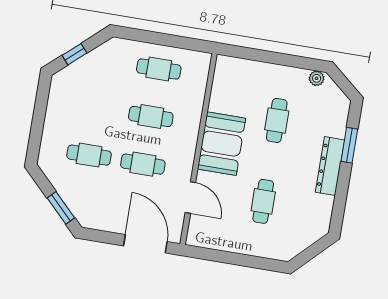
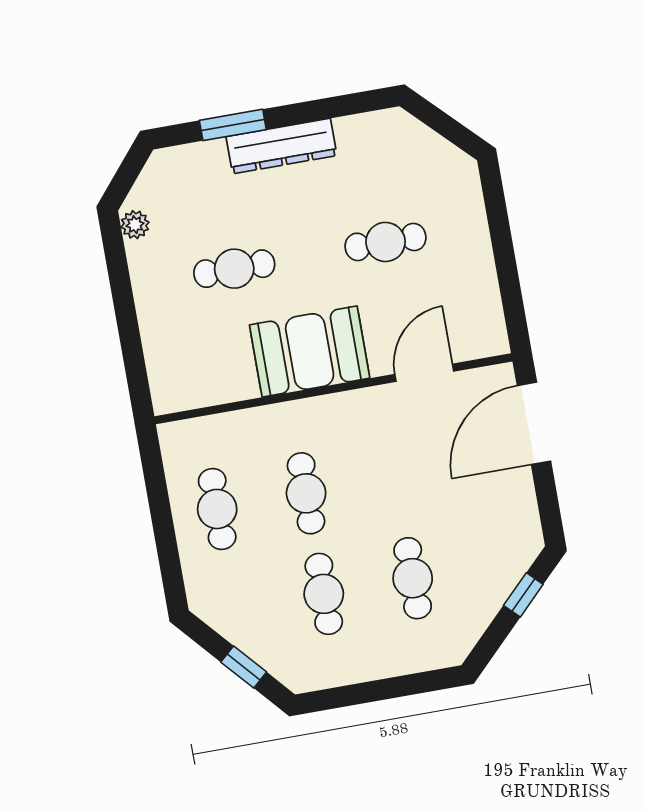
cafe table: (143, 164) -> (324, 594), moved
window: (61, 208) -> (523, 595), width x0.67

